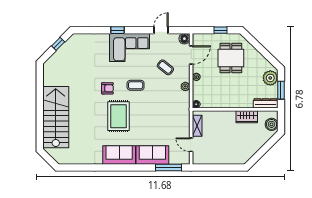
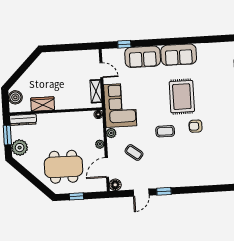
window: (118, 30) -> (164, 191), moved
corner sofa: (130, 47) -> (120, 105), moved, turned 90
dining table: (231, 58) -> (64, 167), width x1.38
window: (169, 167) -> (124, 44), width x0.46

